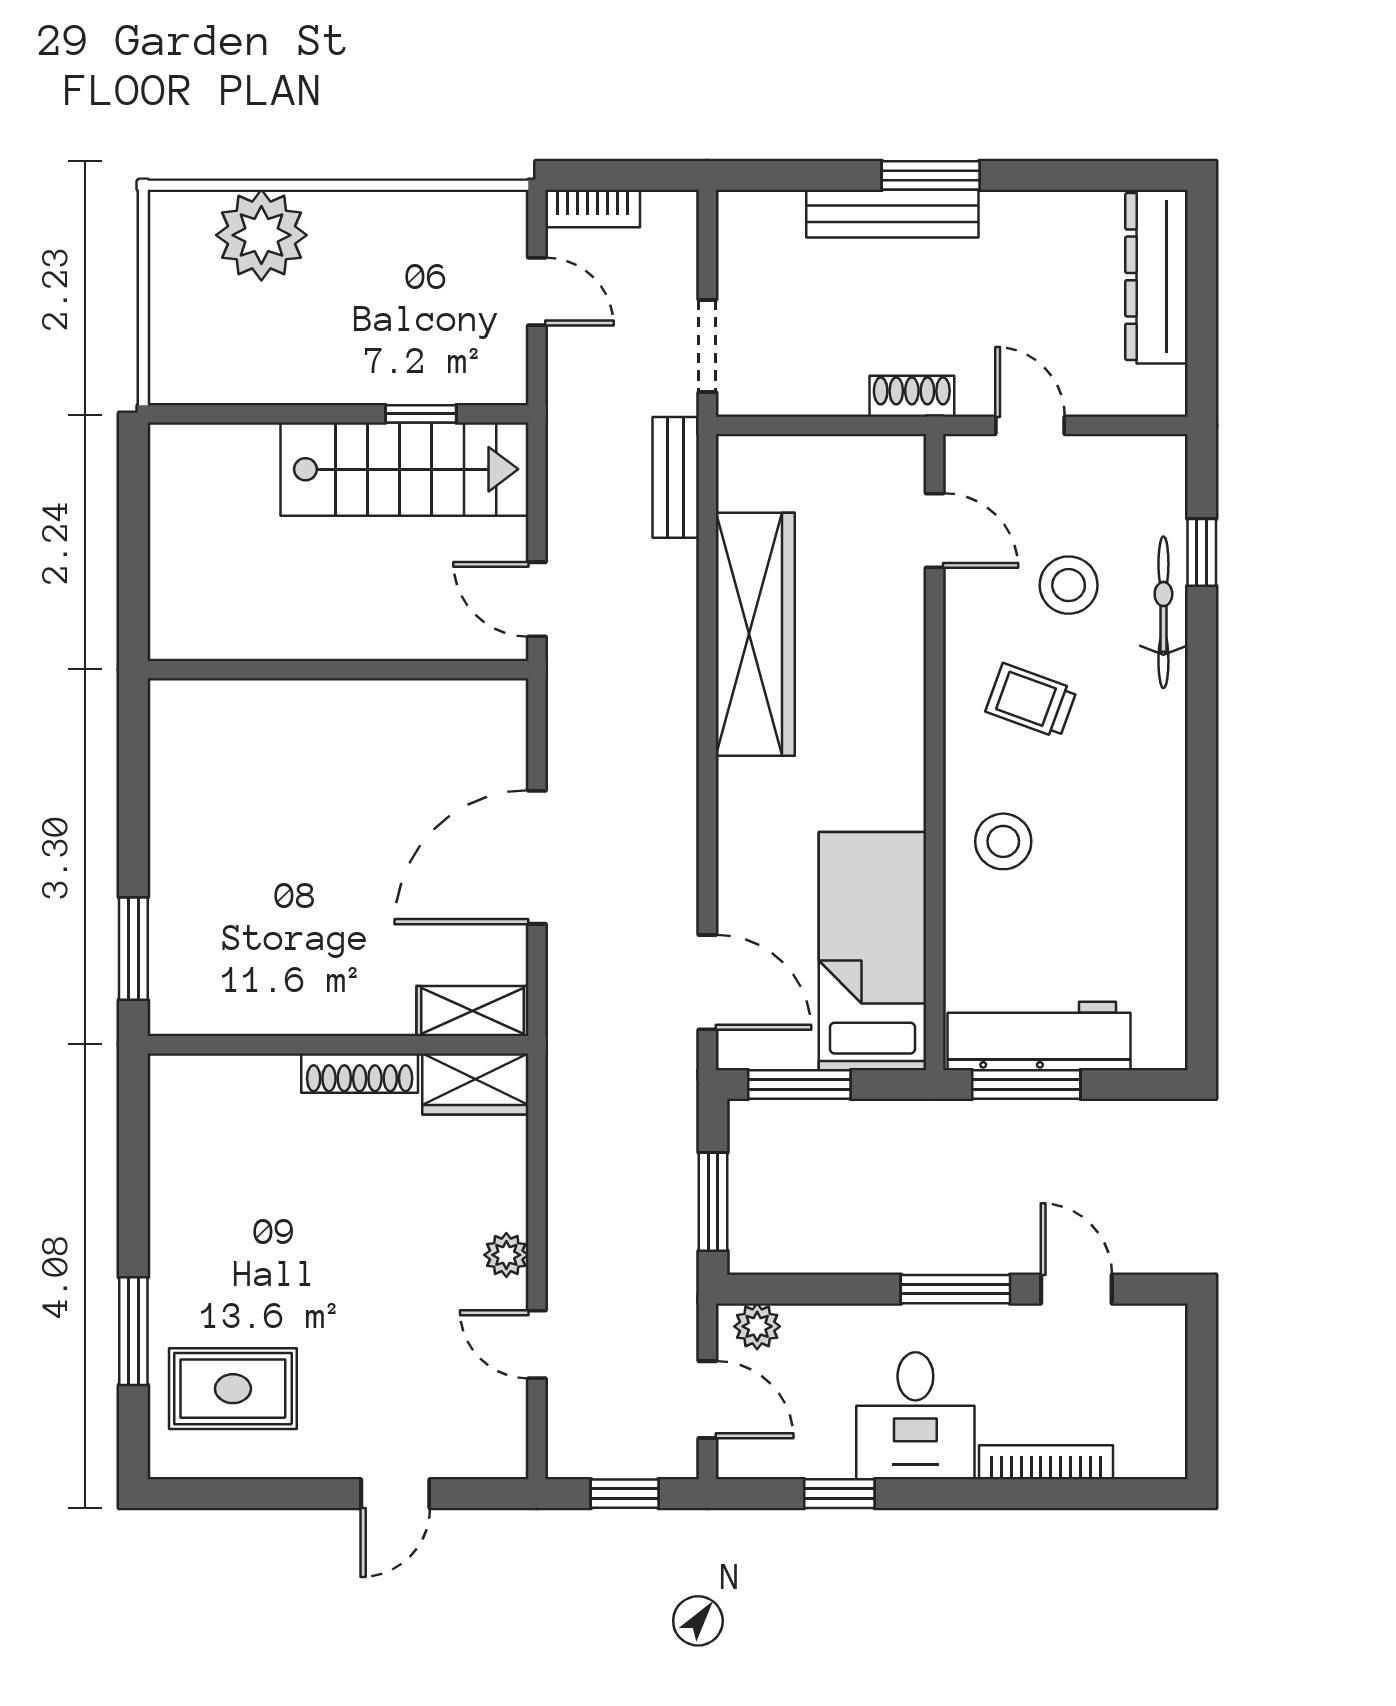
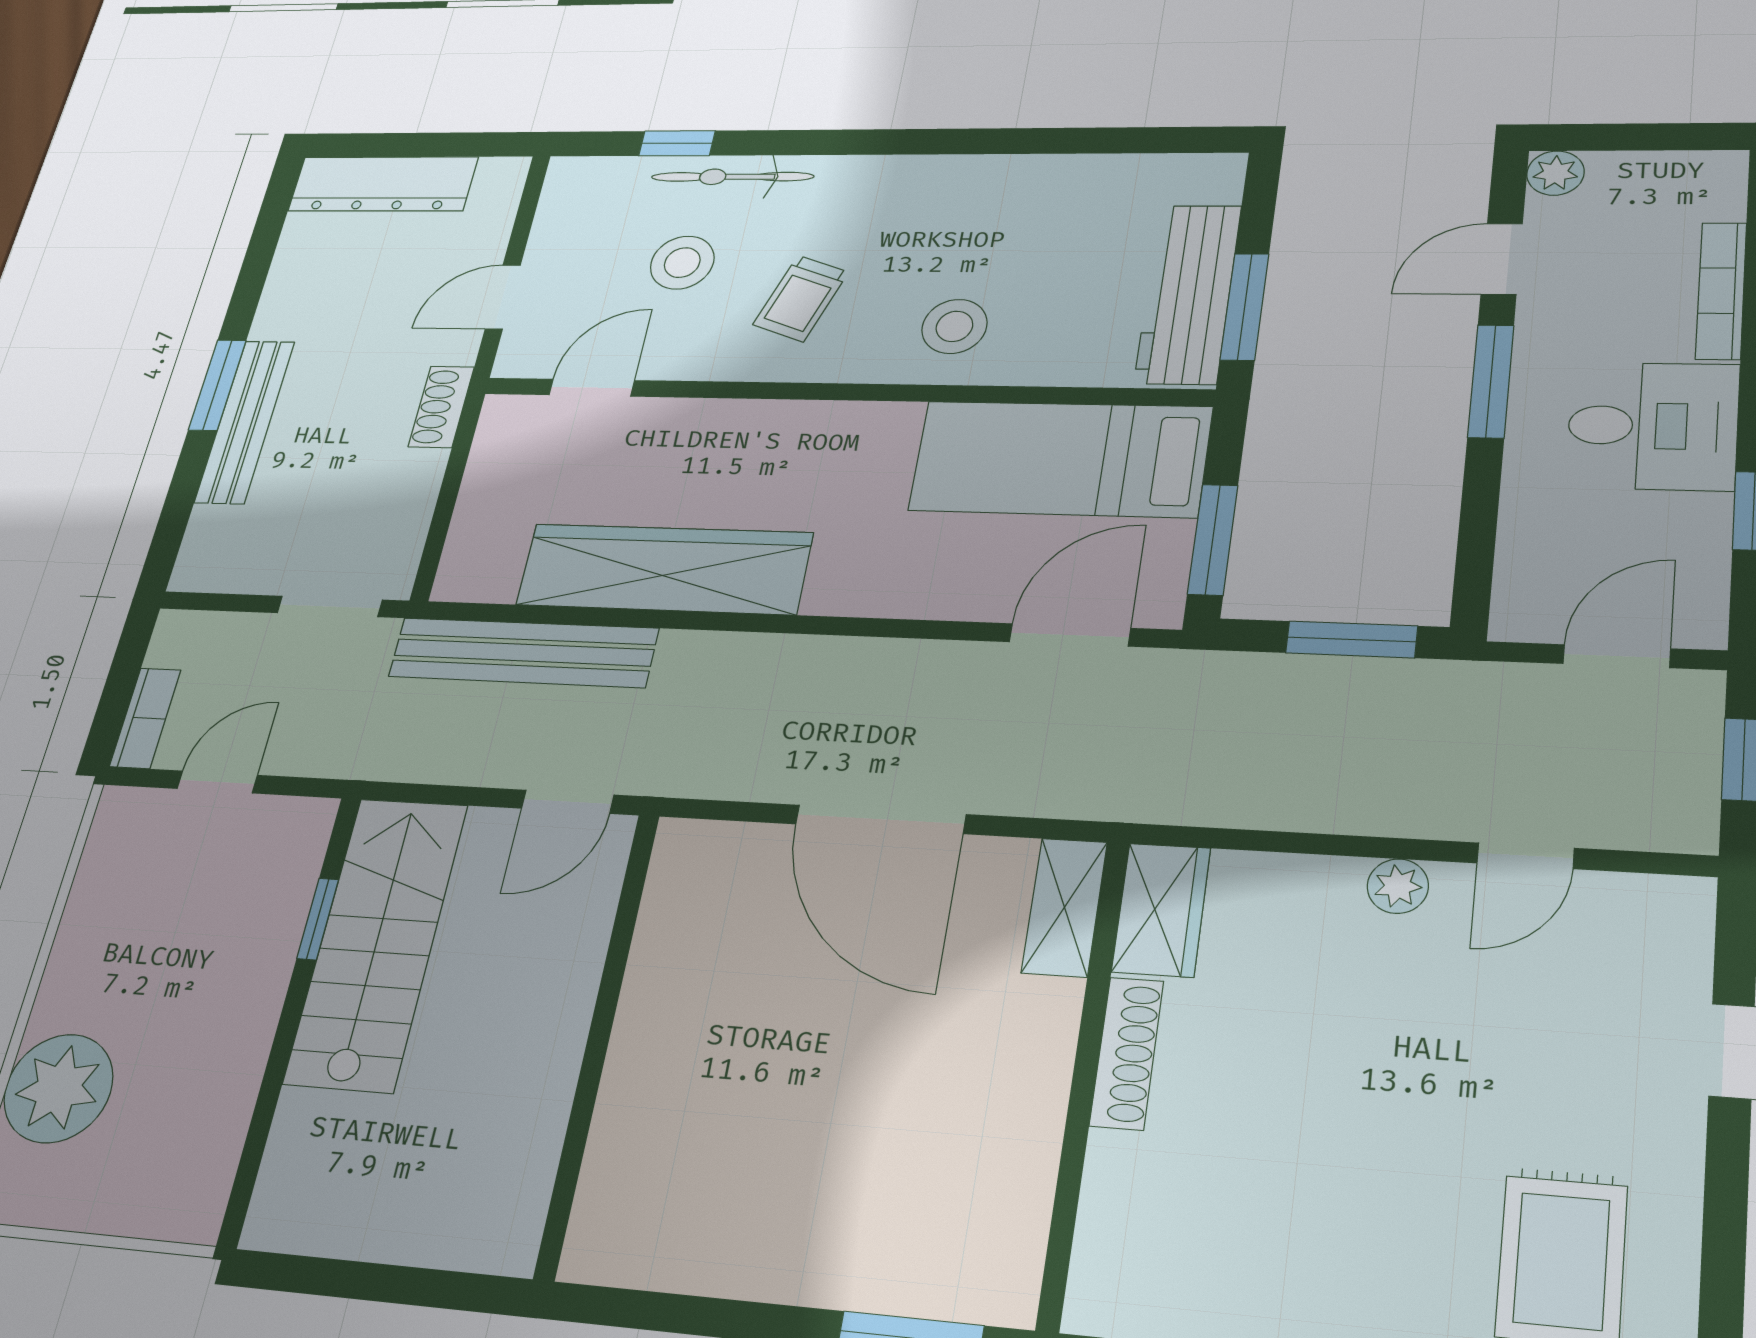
bench: (676, 477) -> (523, 653), width x1.86, depth x1.21
plant: (757, 1326) -> (1555, 173), moved

